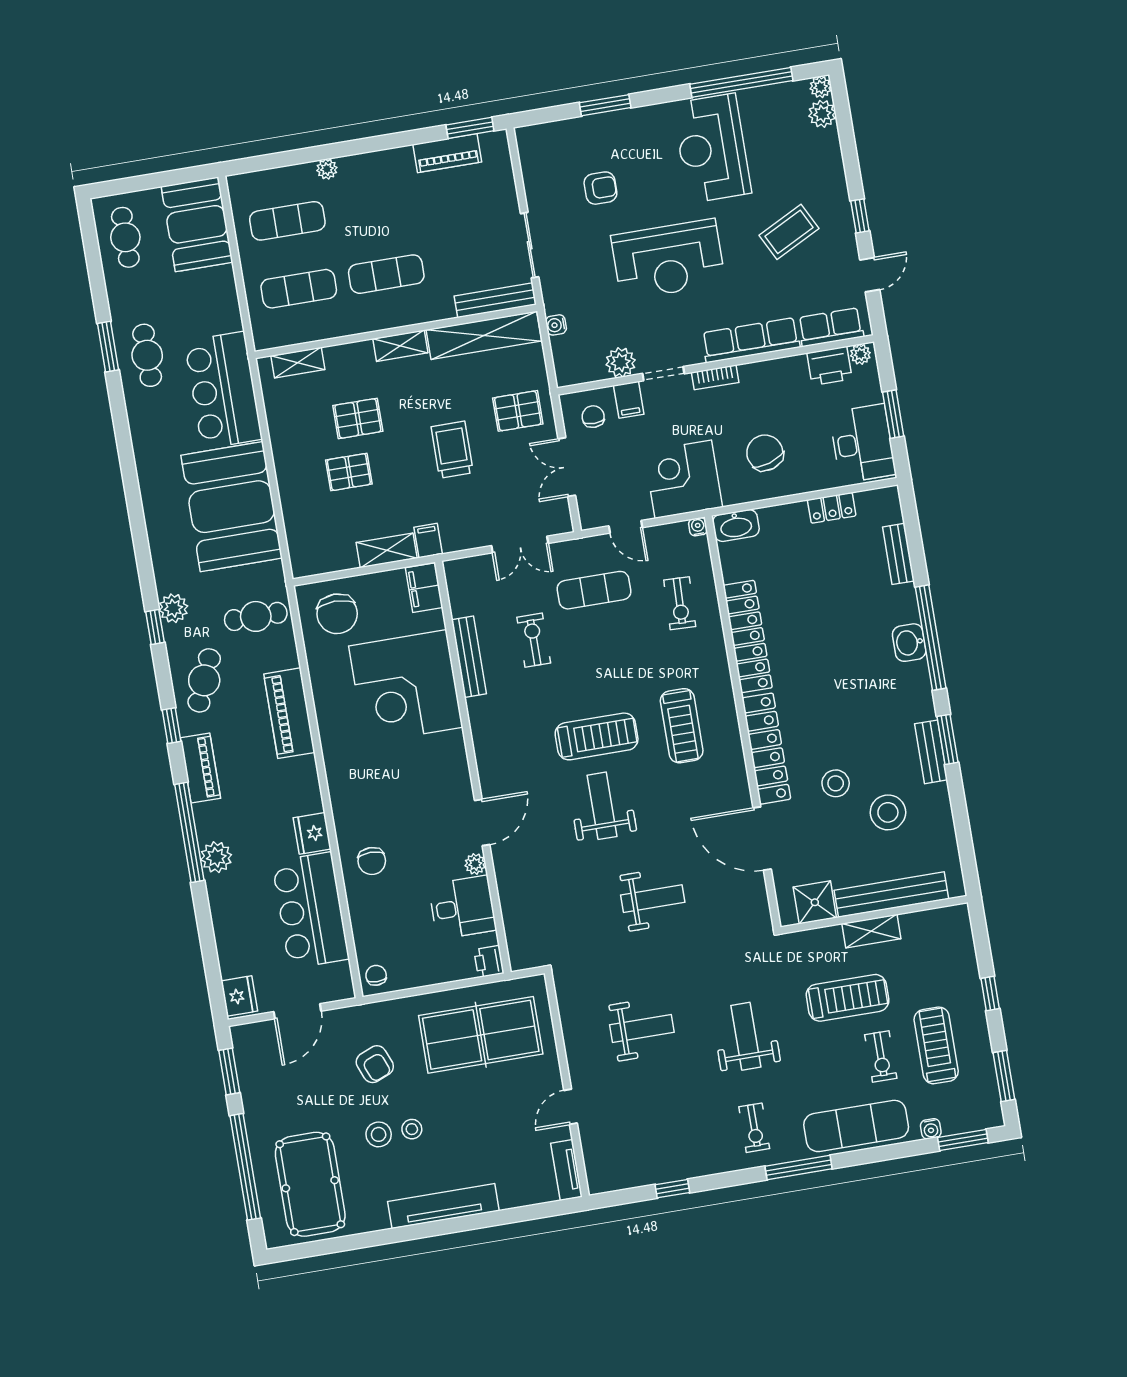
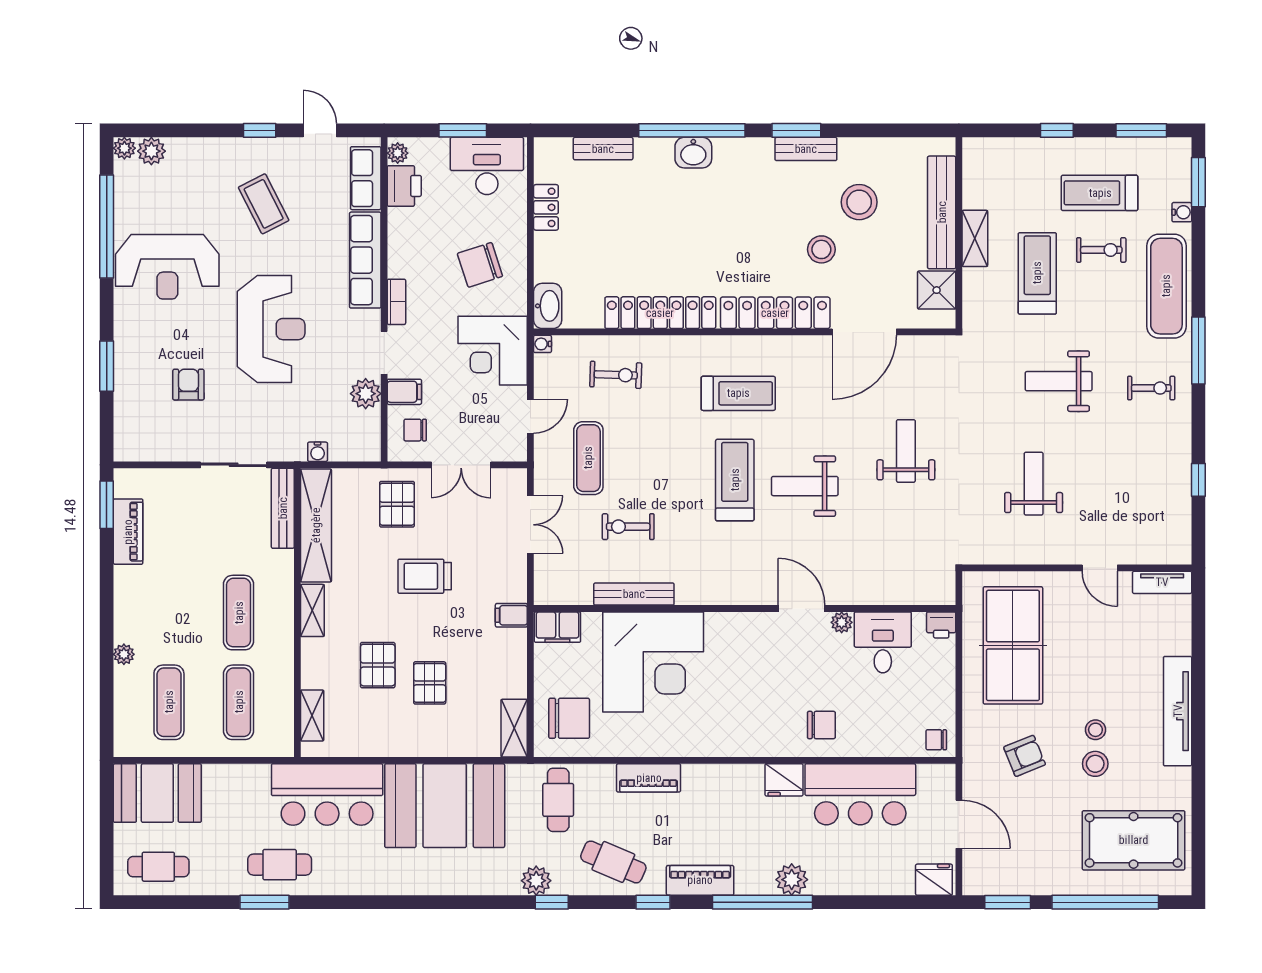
shelving: (387, 550) -> (514, 728), moved
piano: (289, 713) -> (649, 778), width x0.73, depth x0.75

